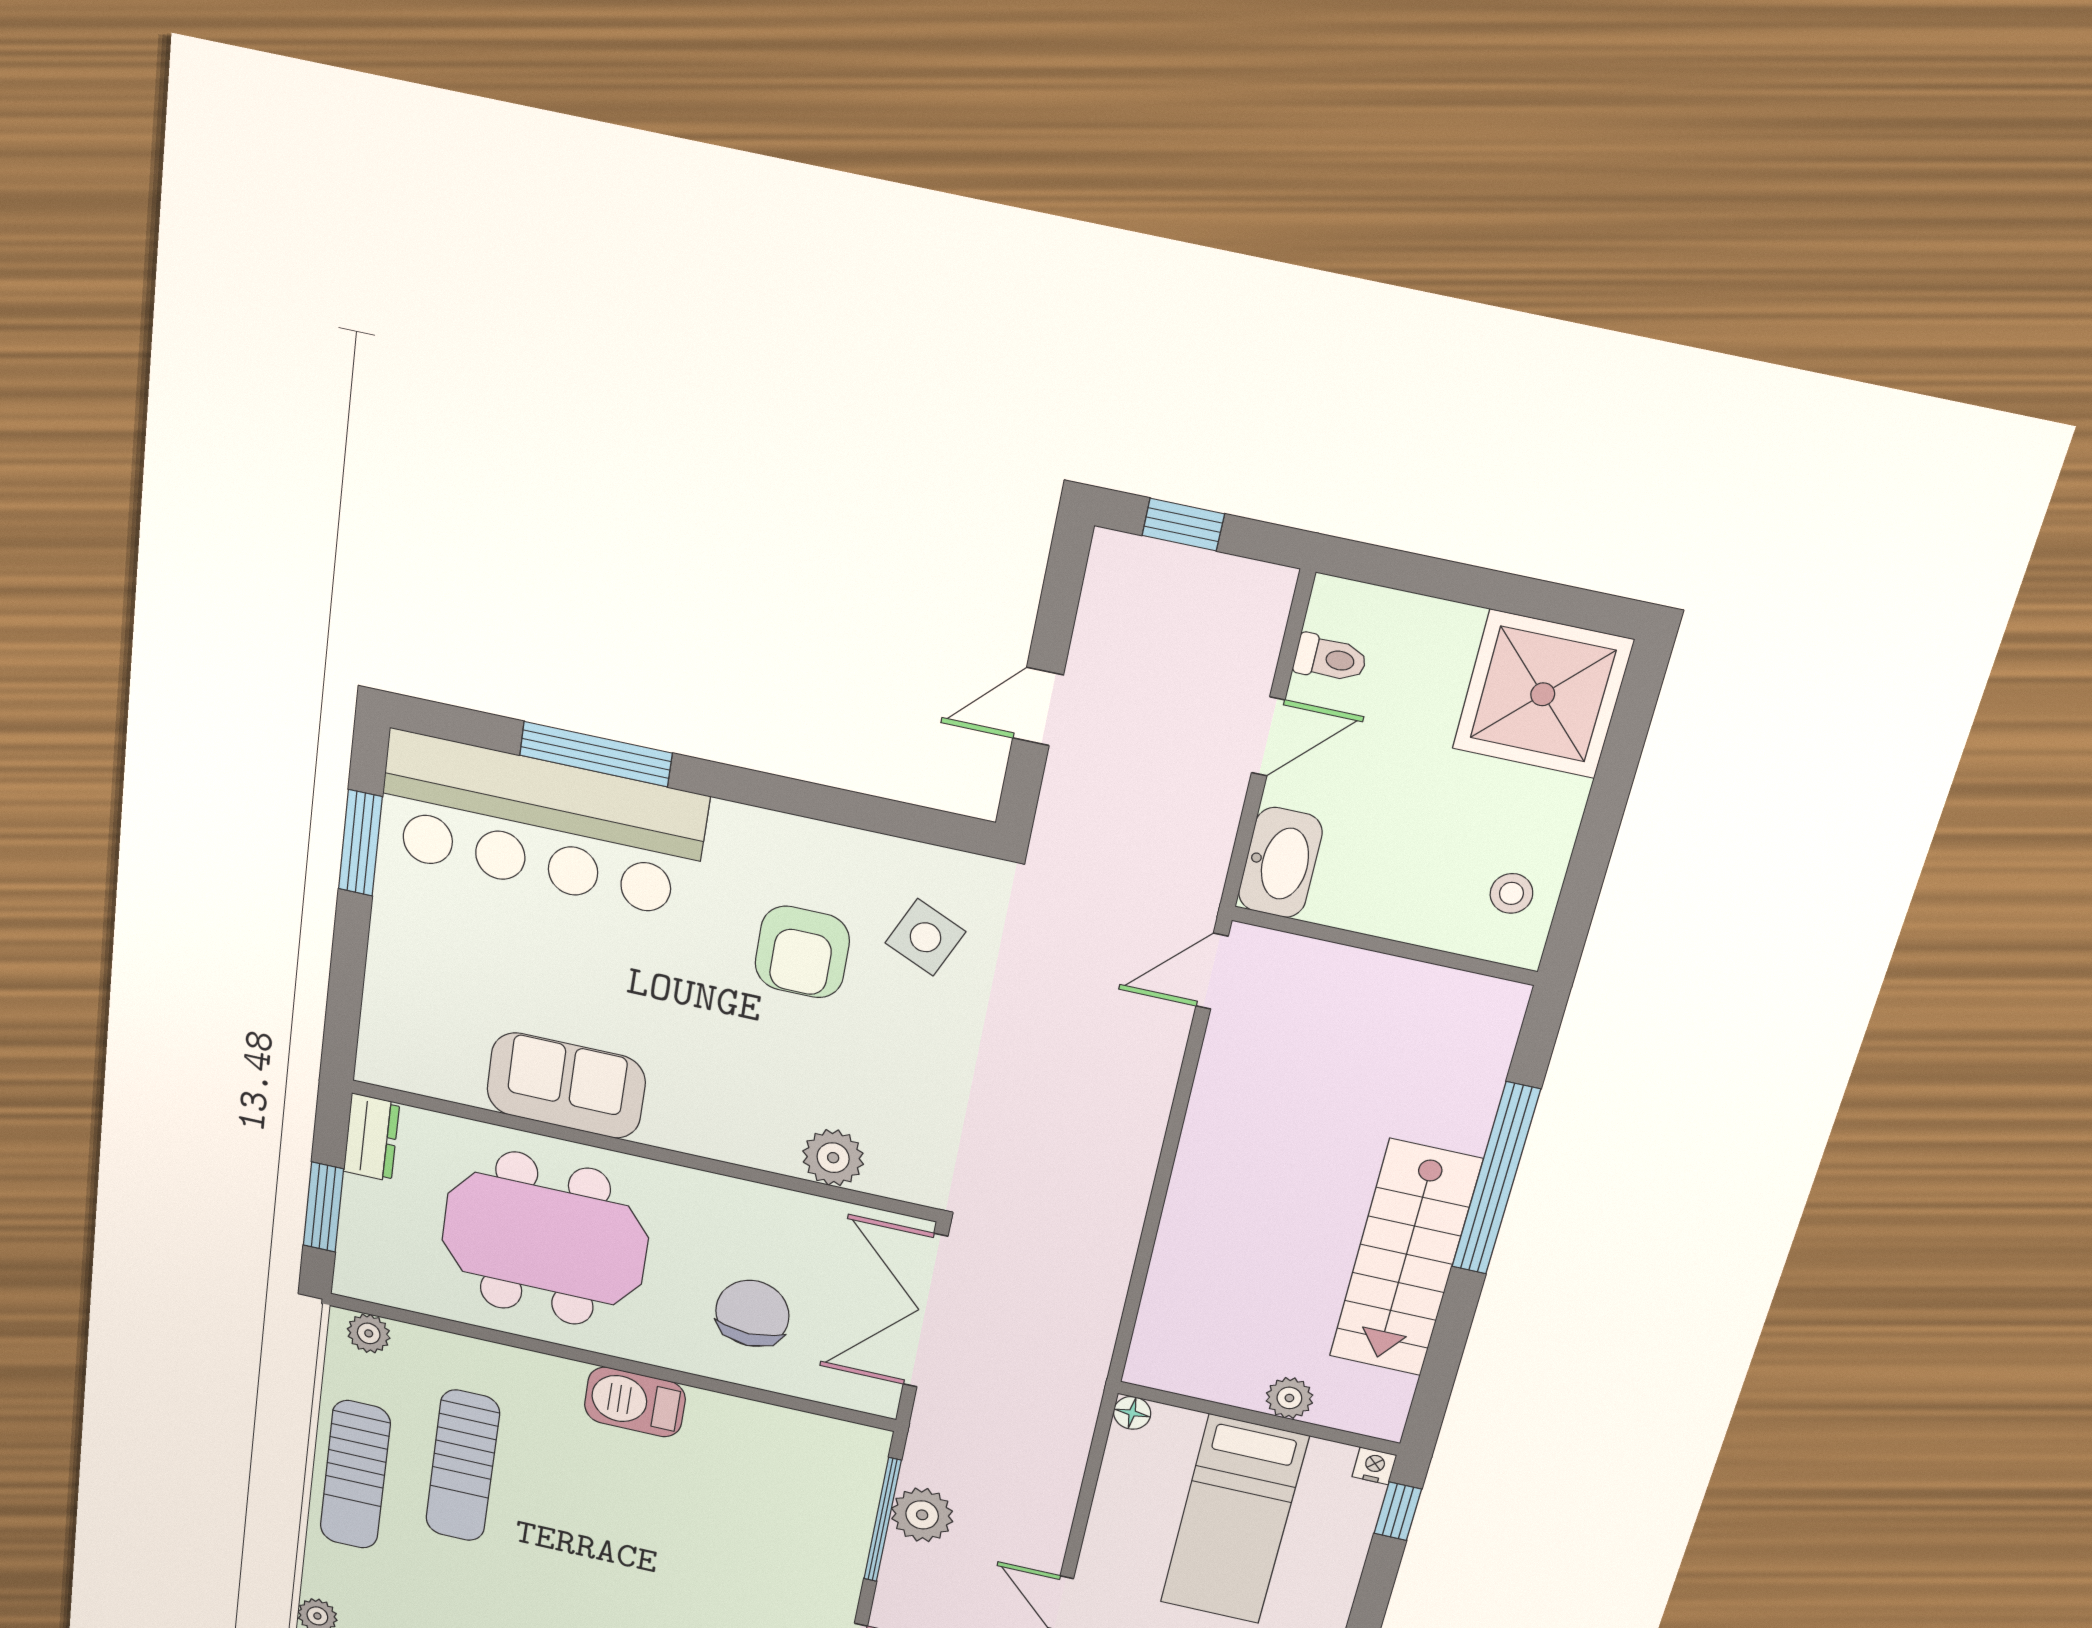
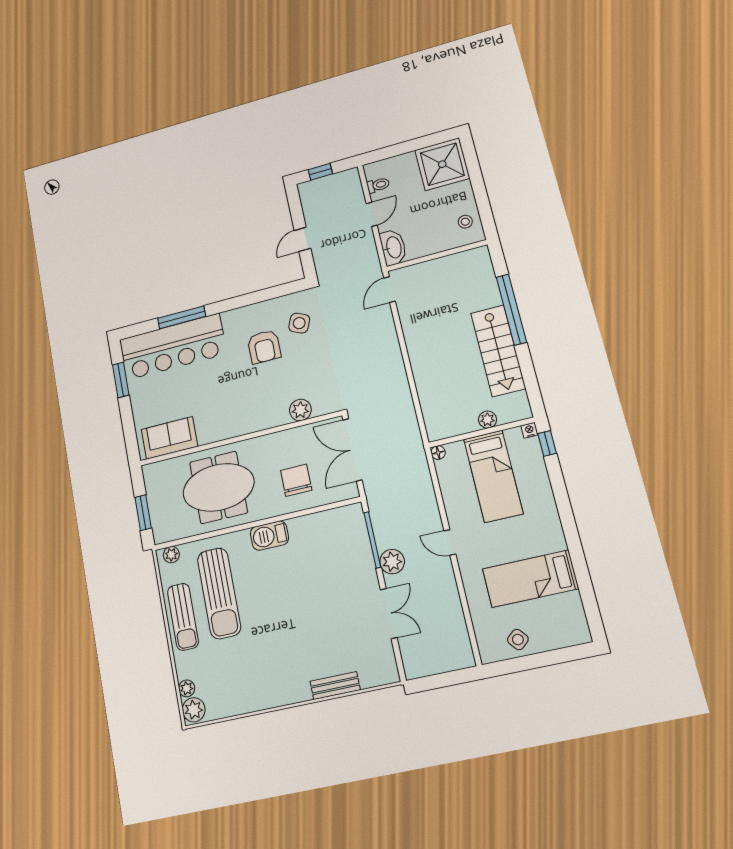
sofa: (566, 1086) -> (169, 438), moved
dresser: (371, 1137) -> (152, 479), removed
sun lounger: (463, 1466) -> (219, 593), width x1.36, depth x1.34
plant: (922, 1515) -> (392, 562), moved

